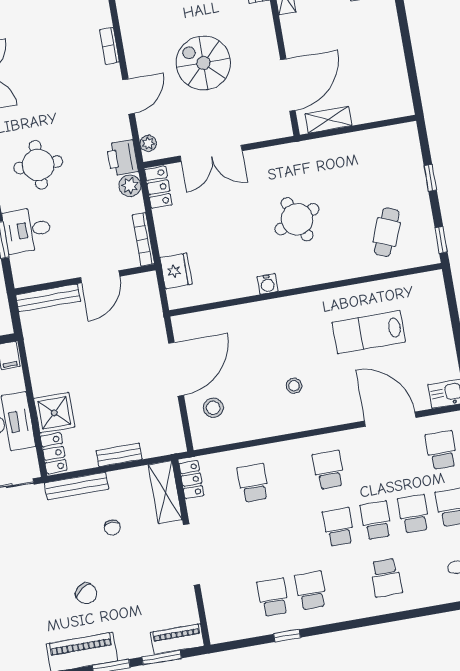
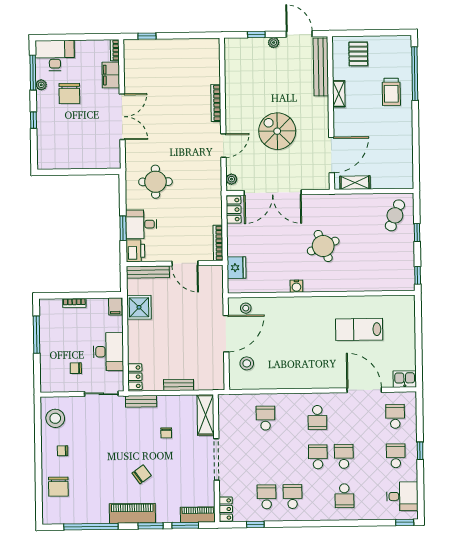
bookcase: (109, 46) -> (216, 103), width x1.56
double door: (211, 153) -> (273, 193), width x1.36
printer: (122, 158) -> (135, 251), moved, turned 180
plant: (130, 186) -> (215, 206), removed
cafe table: (387, 232) -> (395, 215), moved
door: (100, 277) -> (185, 263), hinge flipped
stool: (294, 386) -> (246, 308), moved
shower: (54, 413) -> (139, 307), moved
school desk: (328, 470) -> (317, 417), turned 180
locker: (191, 480) -> (226, 509), moved
bench: (77, 486) -> (141, 401), width x0.73
school desk: (414, 514) -> (370, 456), removed
chair: (86, 594) -> (142, 474), turned -89
window: (287, 636) -> (255, 524), moved

